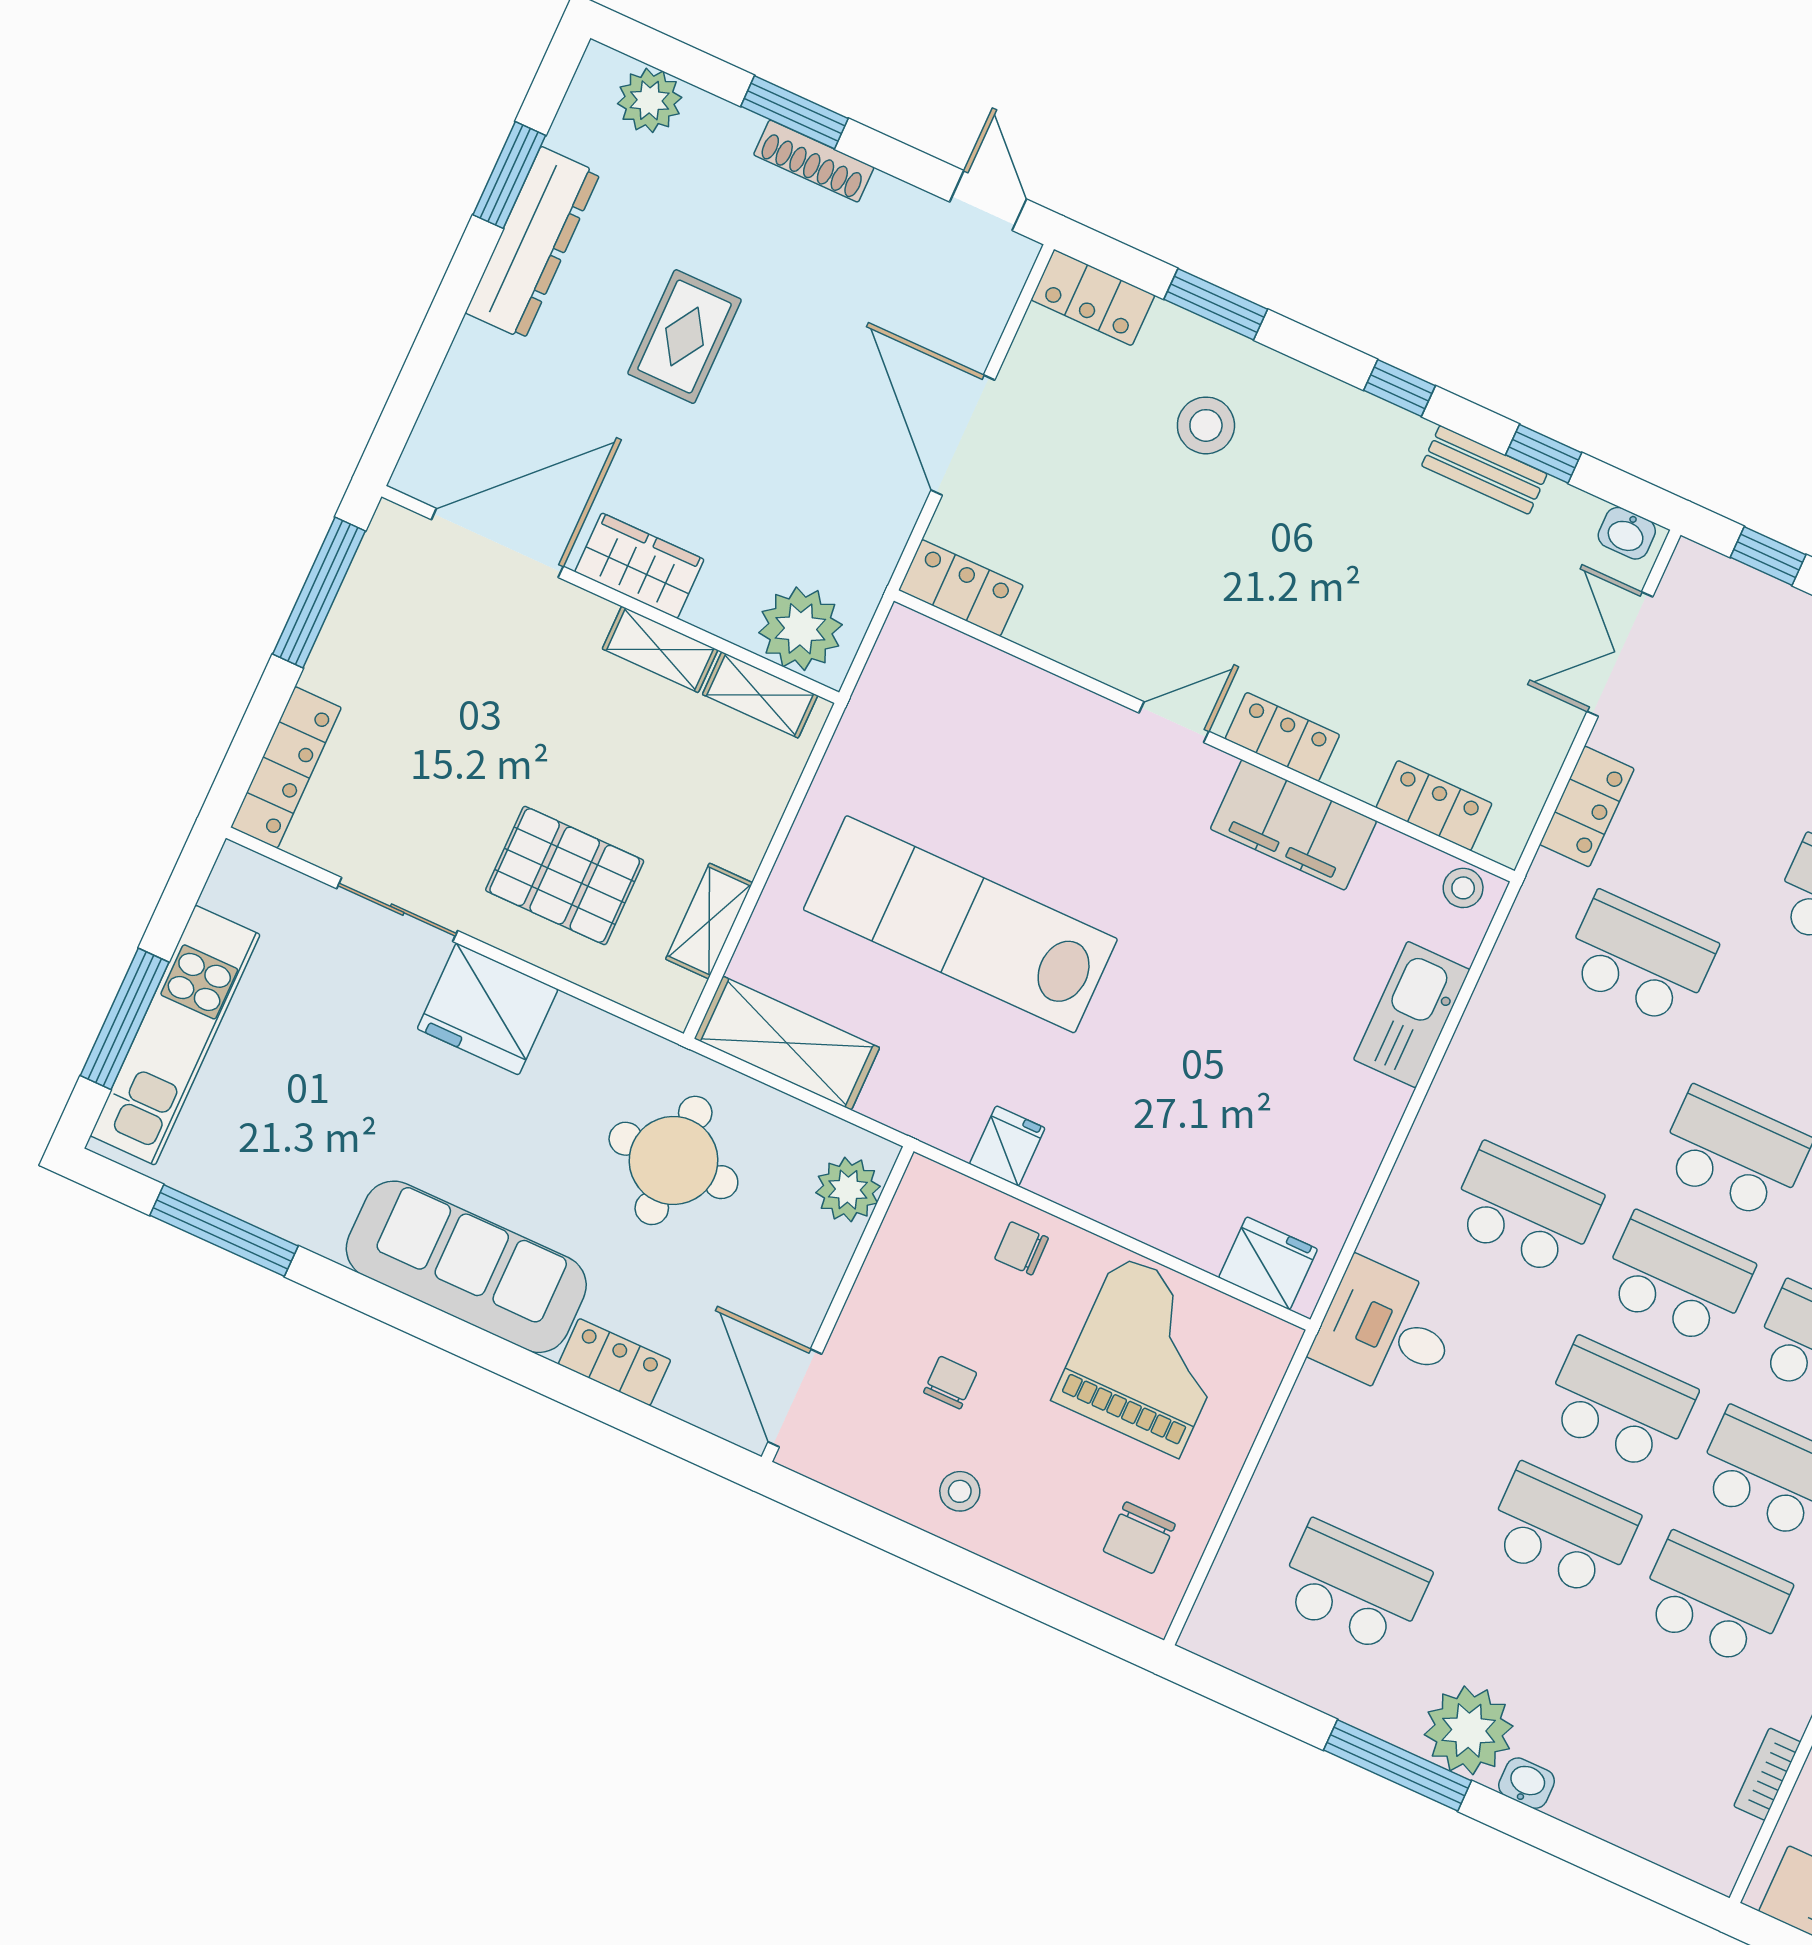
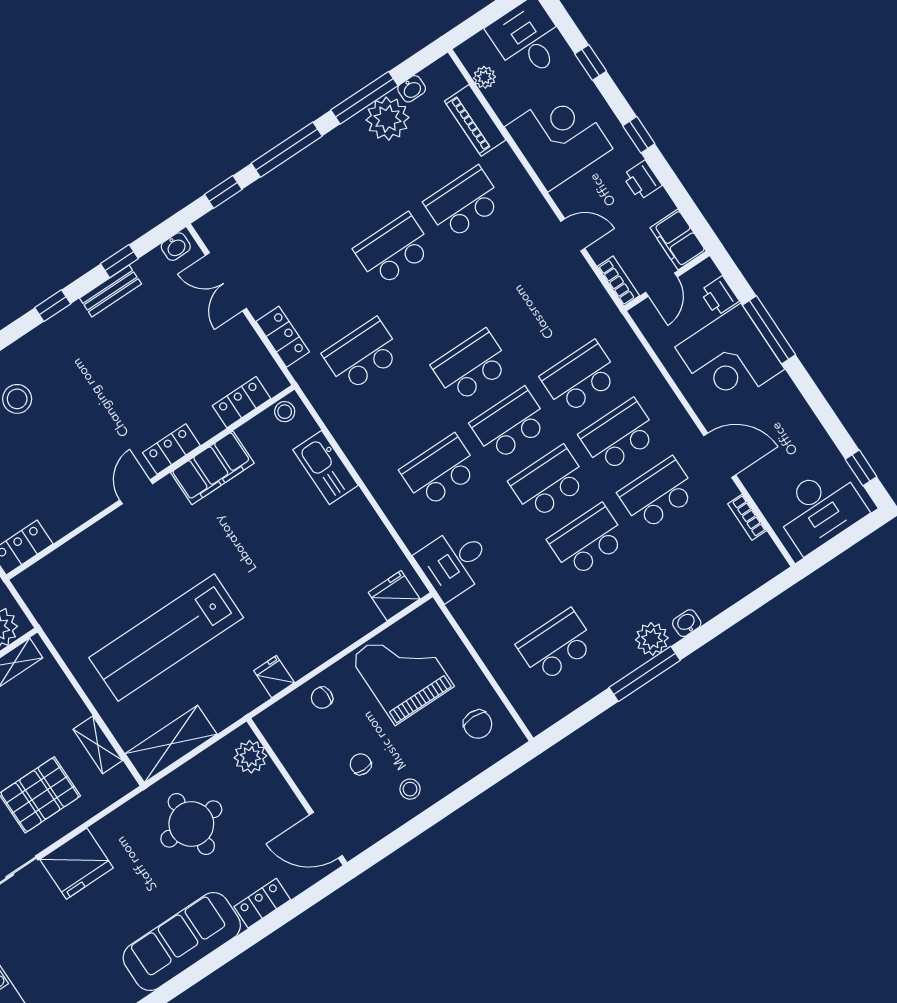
plant: (1469, 1730) -> (652, 639), width x0.73, depth x0.73

